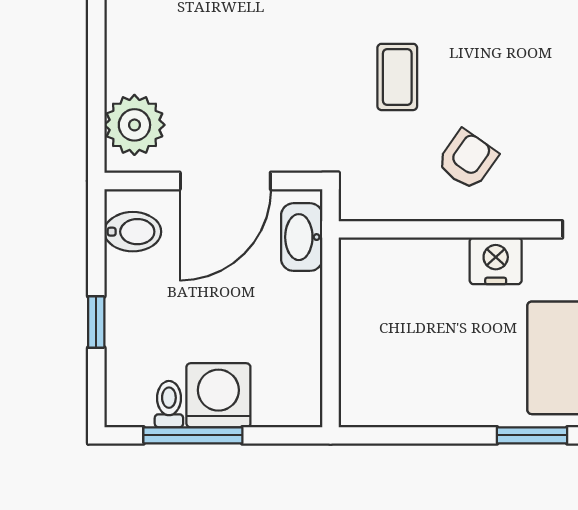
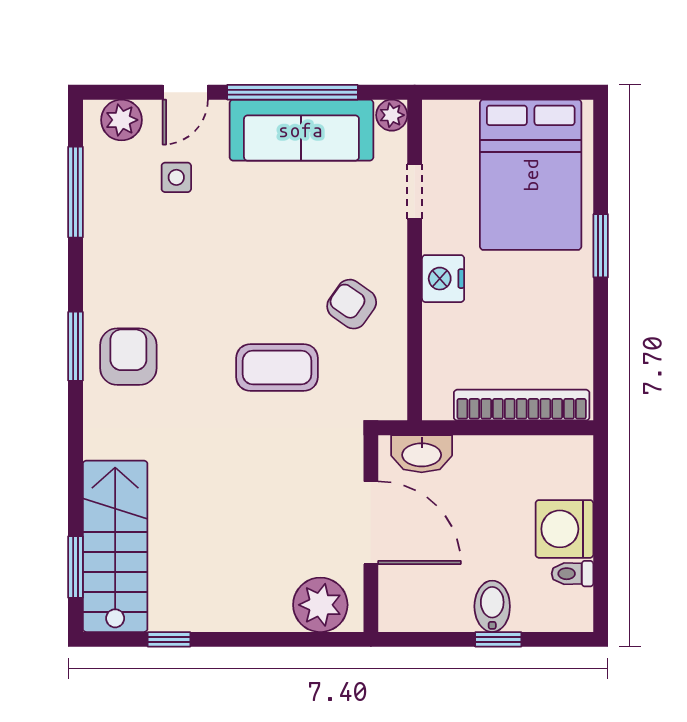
coffee table: (397, 77) -> (277, 367), width x1.36, depth x1.30
bidet: (133, 232) -> (492, 606), moved
bookcase: (356, 348) -> (522, 405), added
window: (193, 435) -> (601, 552), removed

